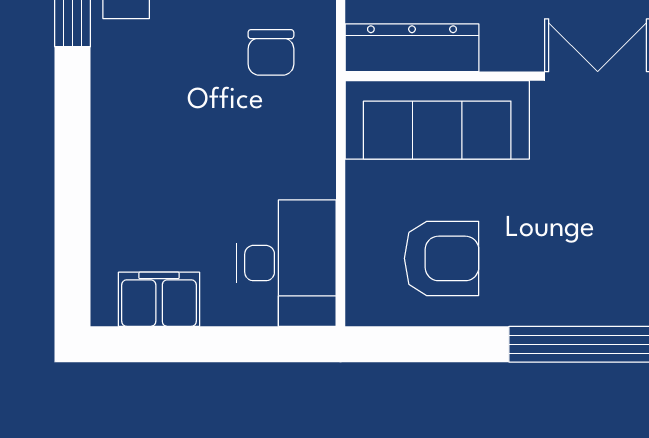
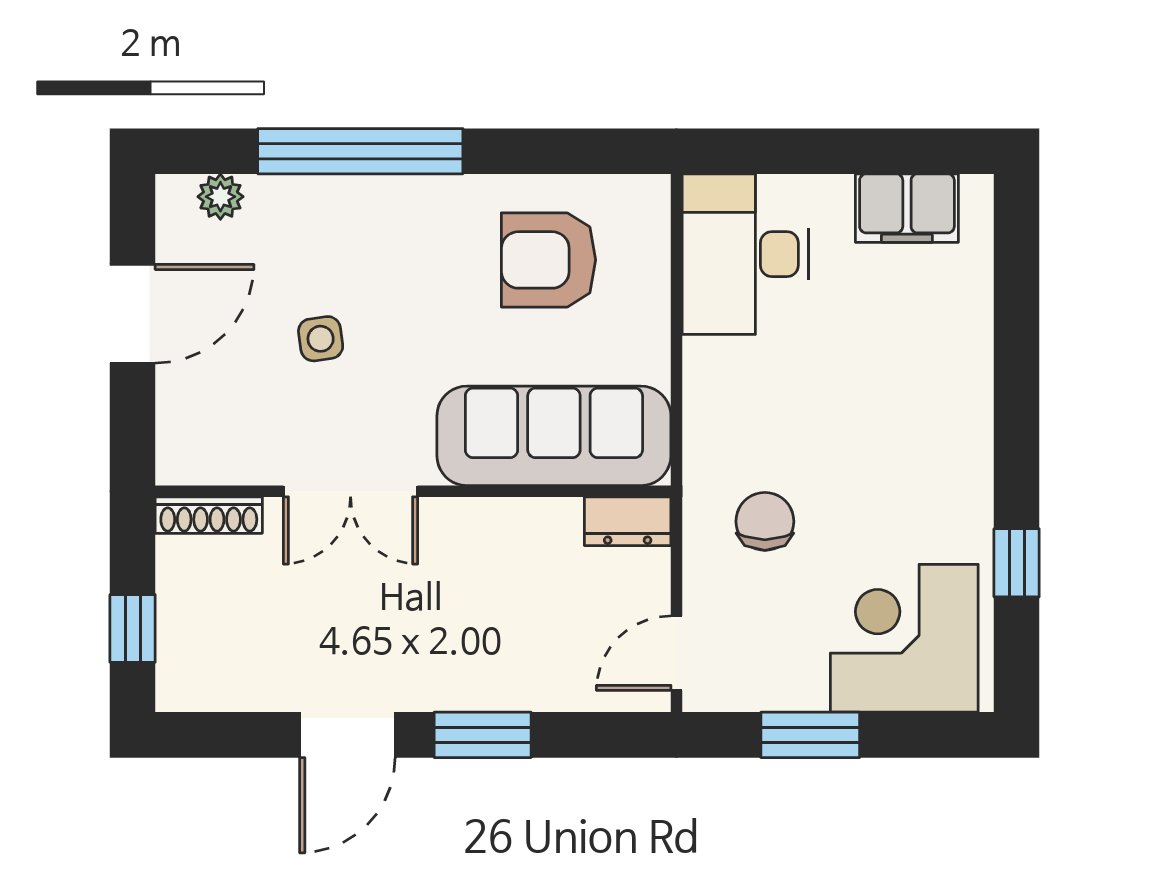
dresser: (412, 48) -> (628, 521), width x0.51, depth x0.80
side table: (621, 196) -> (321, 339), added

